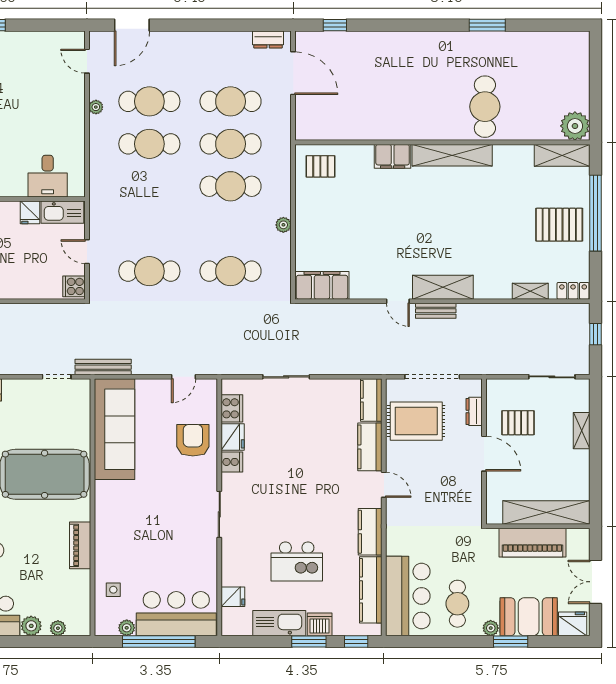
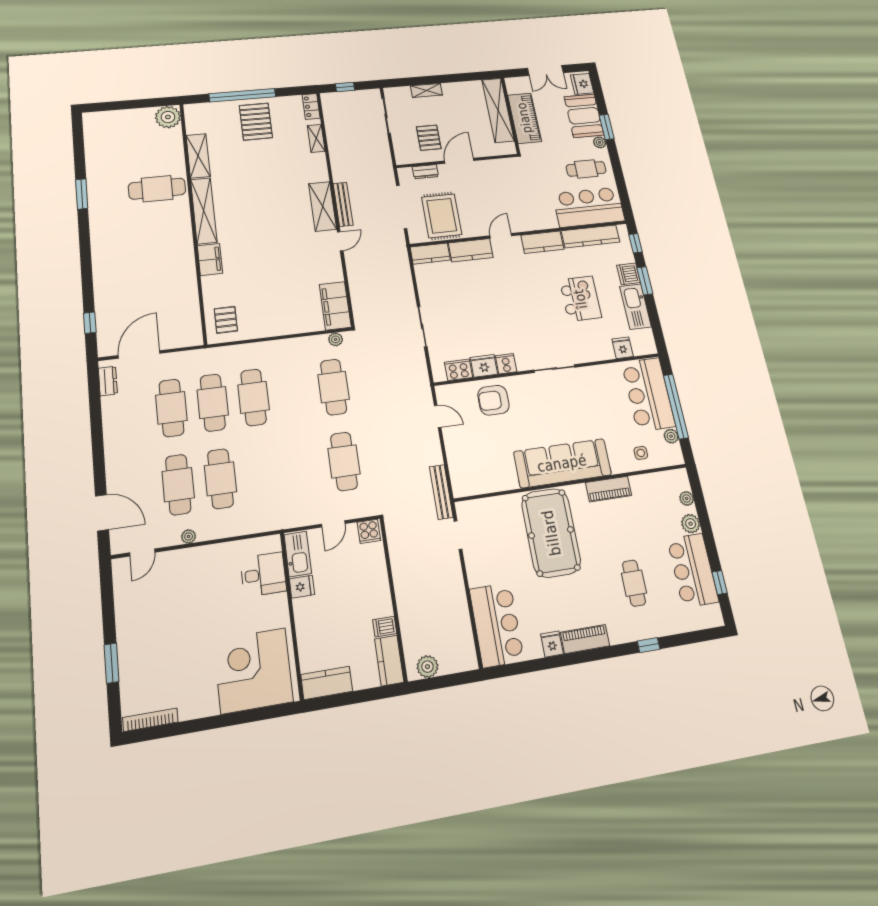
shelving: (562, 155) -> (198, 156), moved
plant: (283, 225) -> (336, 339), moved
bench: (436, 311) -> (343, 204), width x1.36
sofa: (115, 429) -> (562, 463), moved

